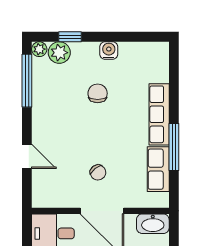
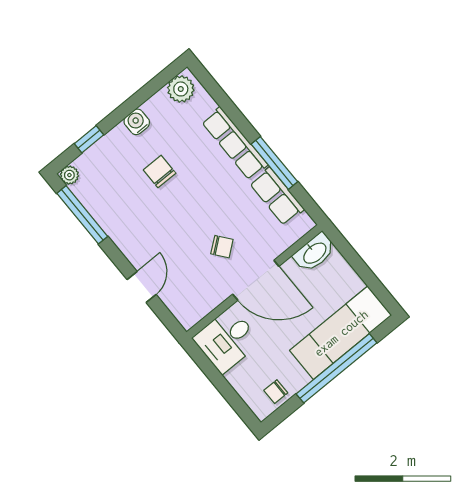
plant: (59, 53) -> (181, 89), moved
door: (27, 156) -> (142, 287), hinge flipped

